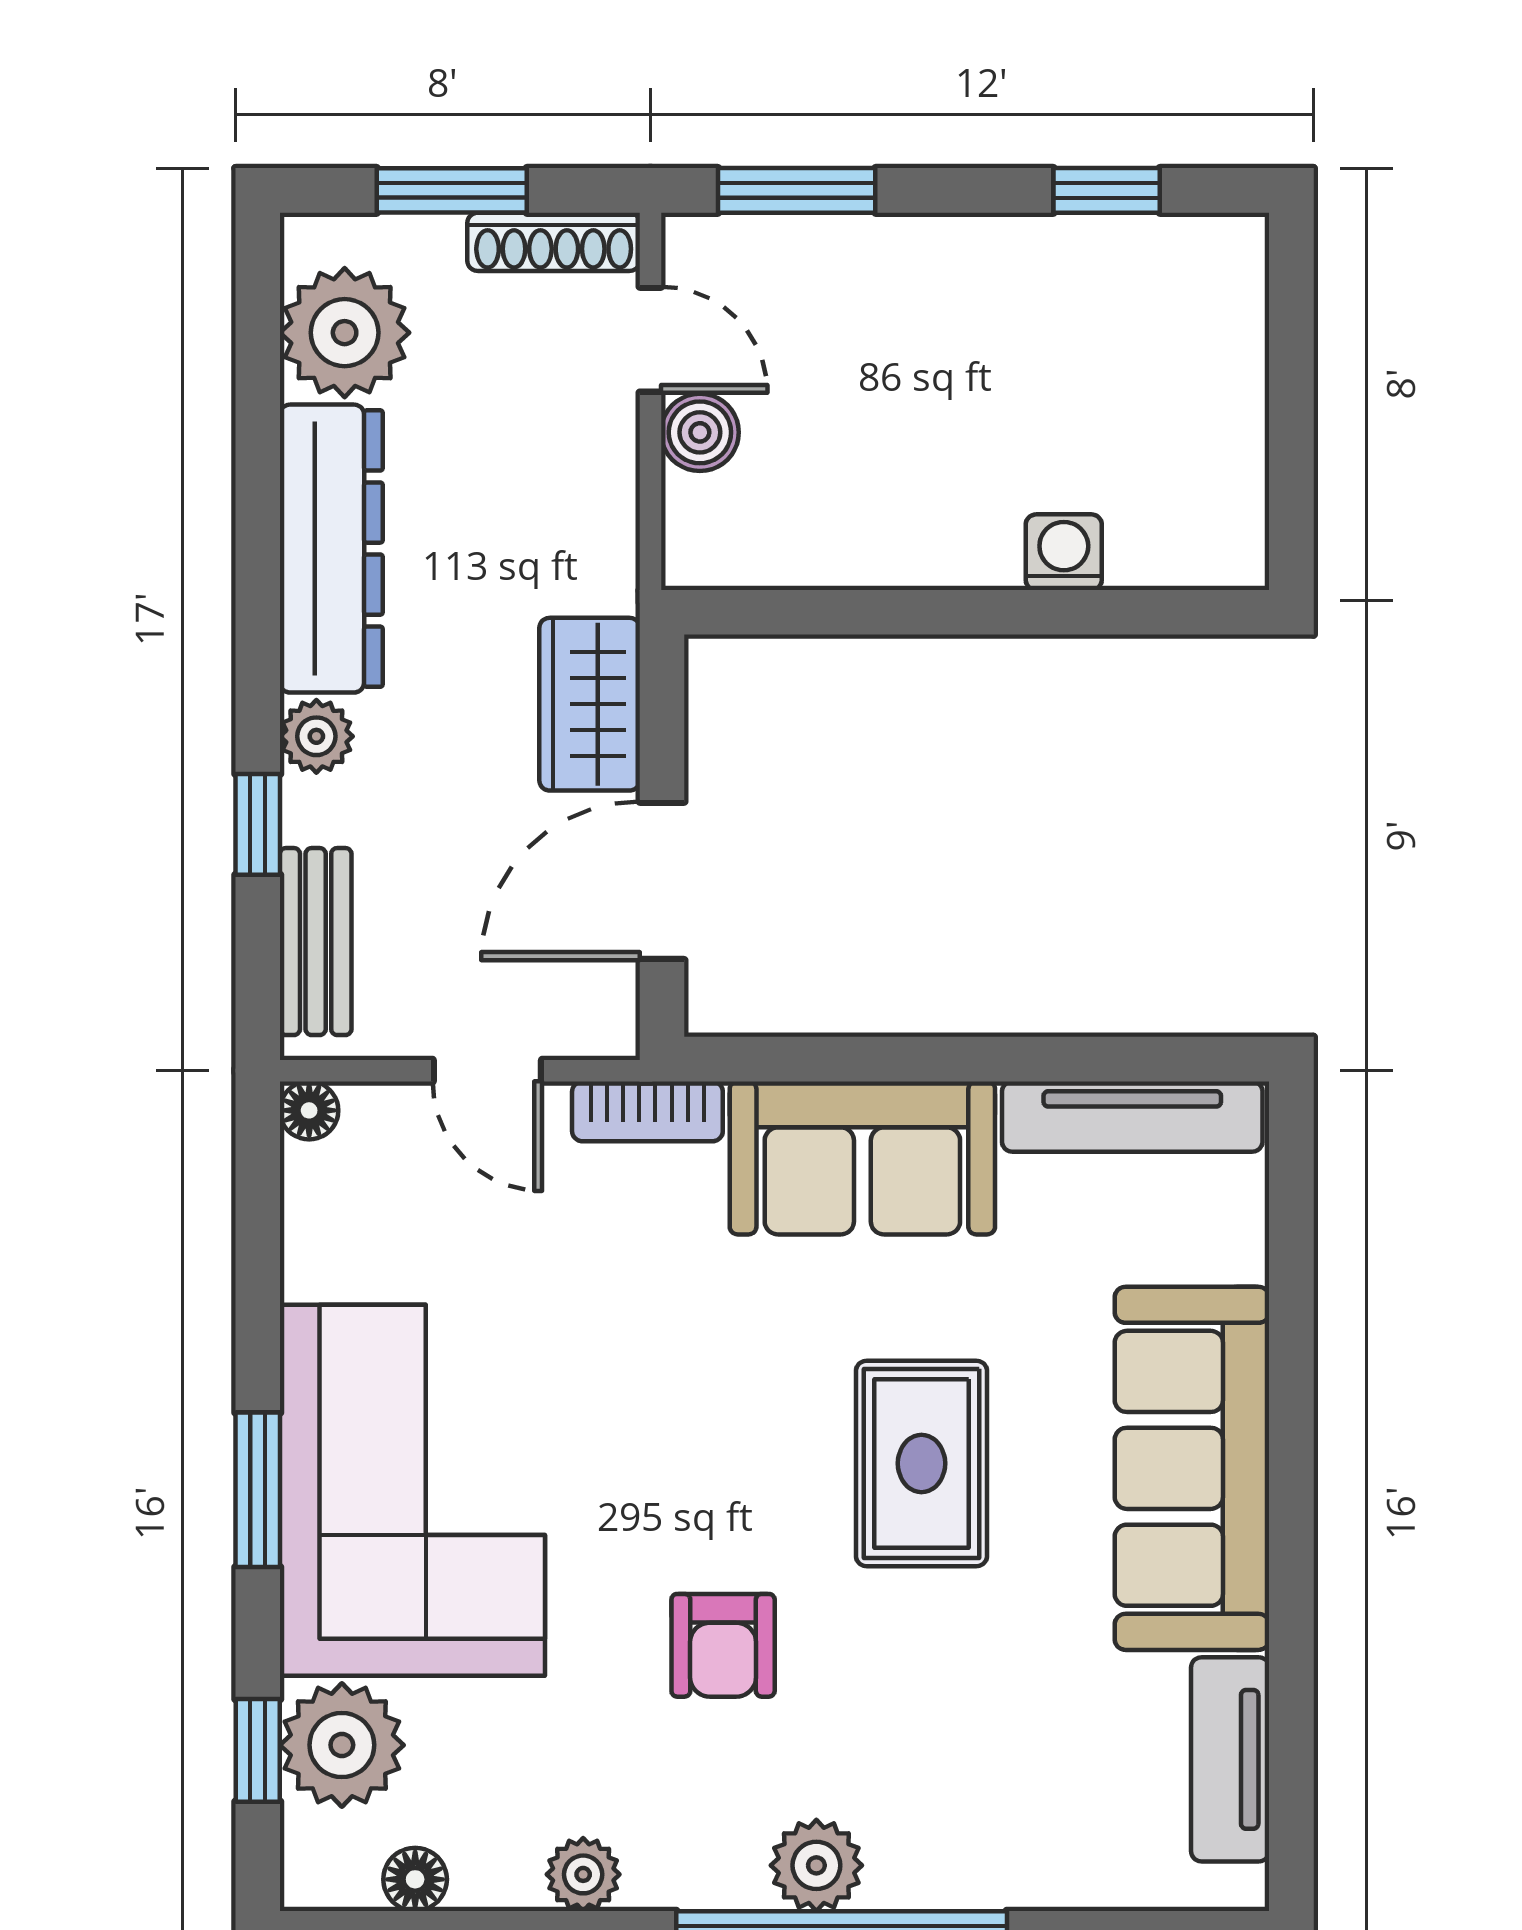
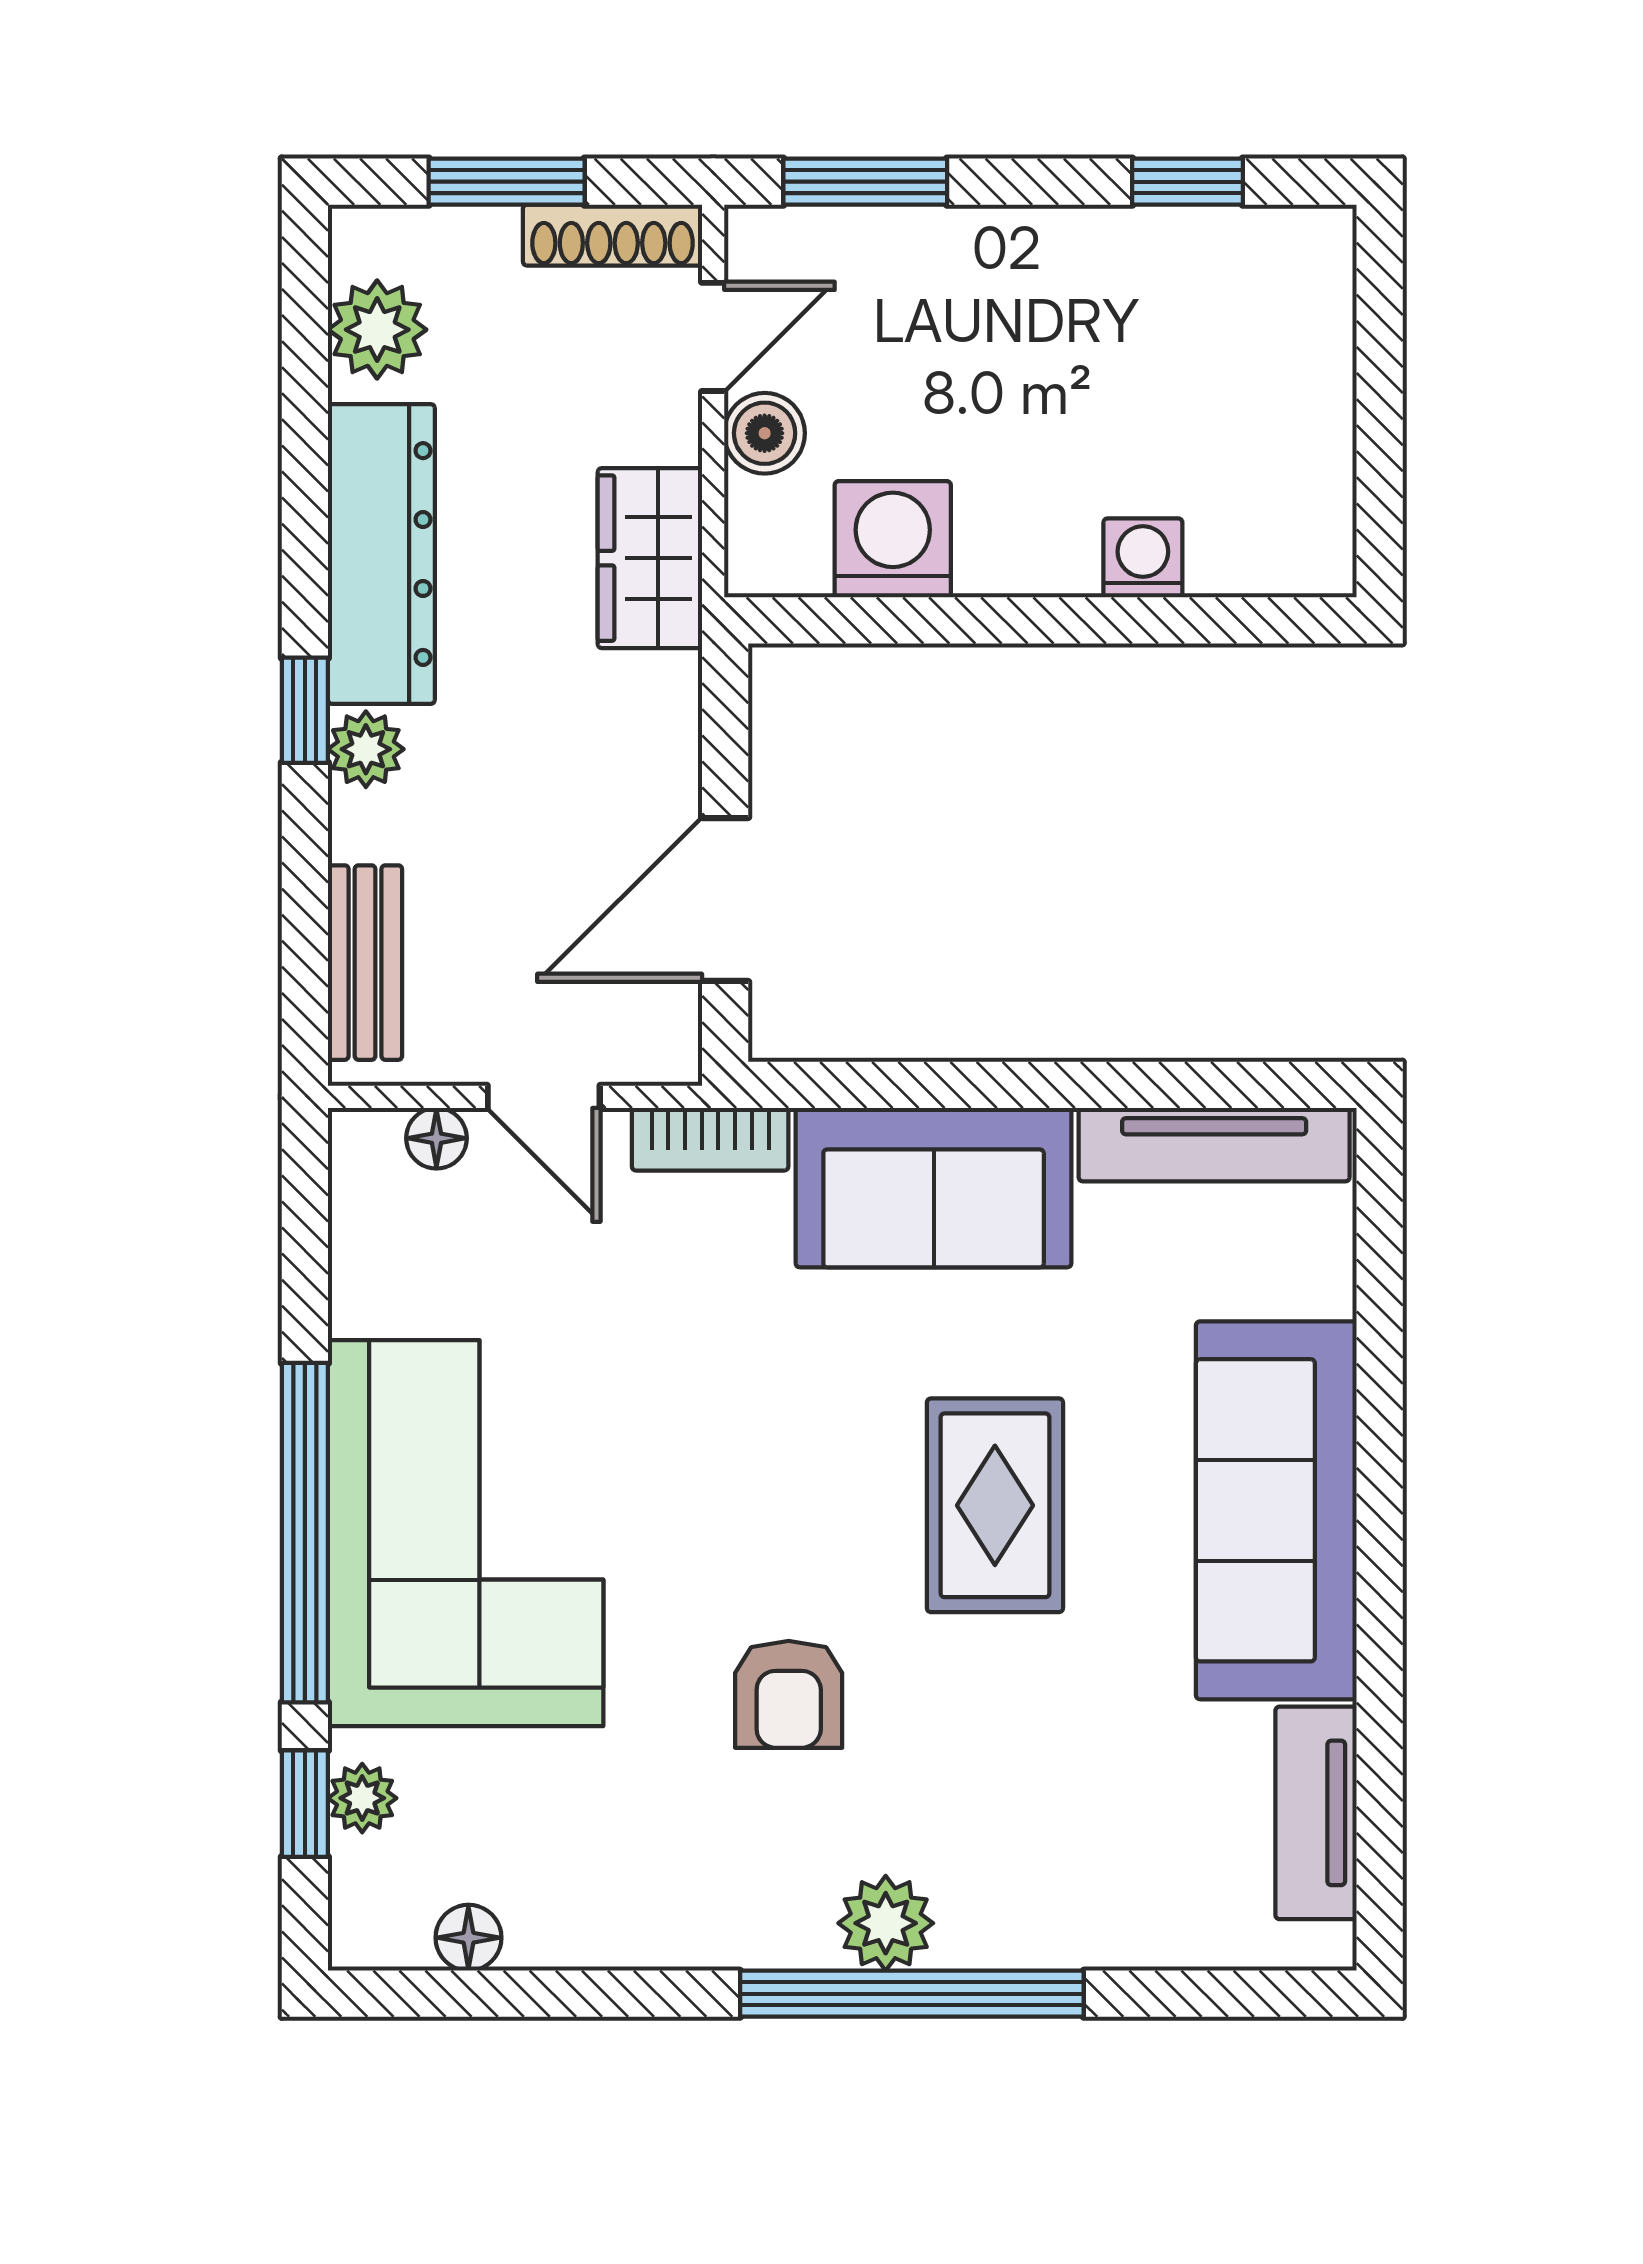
plant: (345, 333) -> (377, 330), width x0.73, depth x0.73
door: (650, 340) -> (713, 337), hinge flipped
washing machine: (823, 534) -> (893, 539), added
wardrobe: (590, 704) -> (650, 558), moved
window: (258, 824) -> (305, 710), moved
floor lamp: (309, 1110) -> (436, 1138), moved
window: (258, 1490) -> (305, 1533), width x2.11
plant: (342, 1745) -> (362, 1798), width x0.53, depth x0.53
plant: (583, 1874) -> (643, 1933), removed

